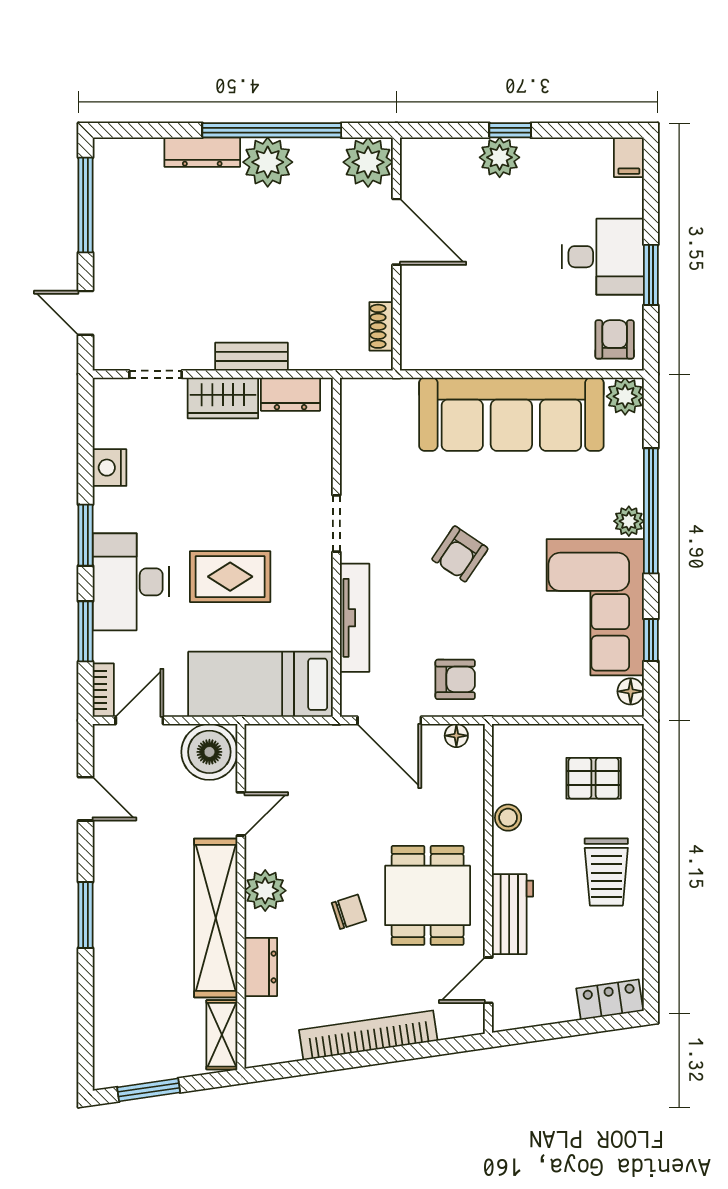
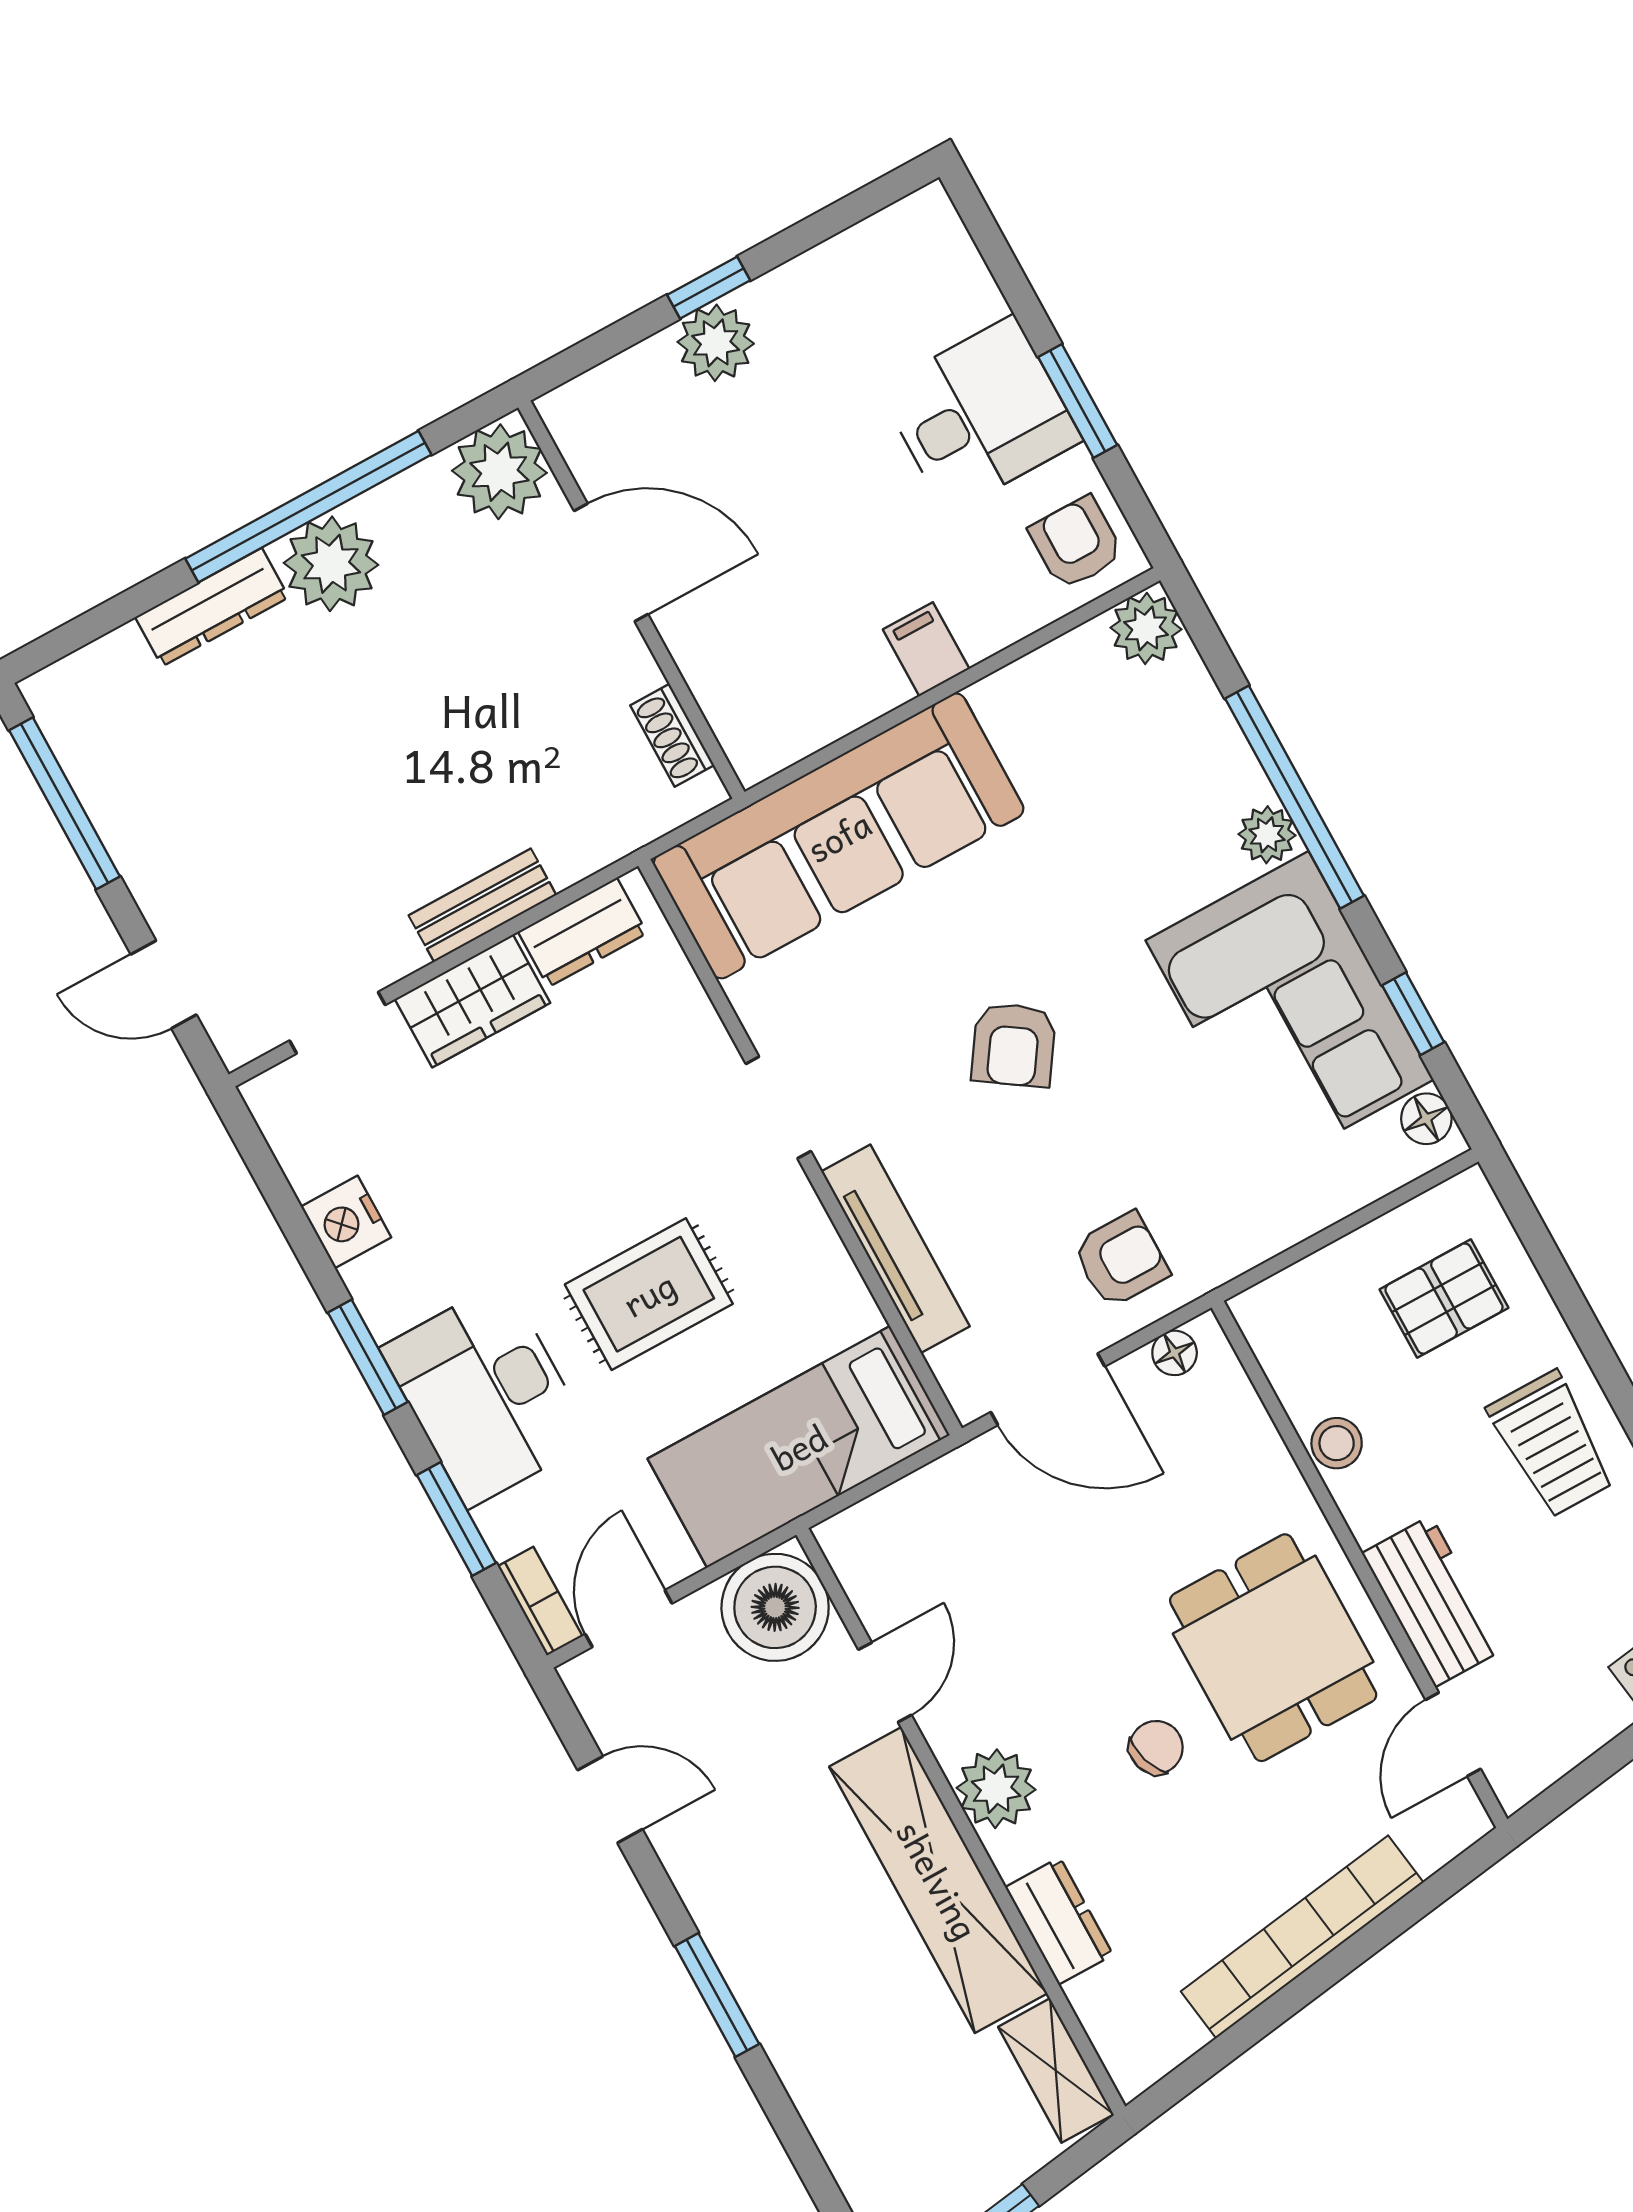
filing cabinet: (629, 157) -> (926, 649), moved, turned 180
sofa: (511, 414) -> (839, 836), moved

